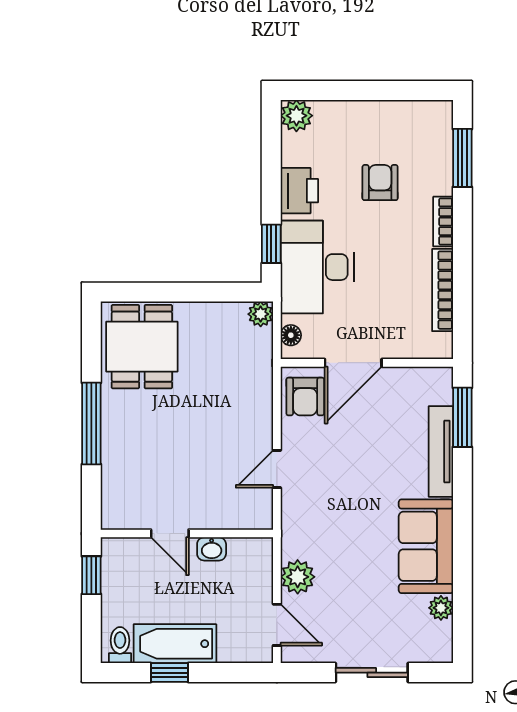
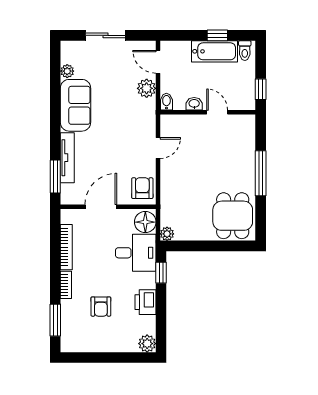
desk: (317, 267) -> (136, 253), width x0.73
floor lamp: (291, 335) -> (145, 222), width x1.89, depth x1.89
door: (353, 363) -> (101, 207), moved
bidet: (262, 553) -> (166, 102), added

